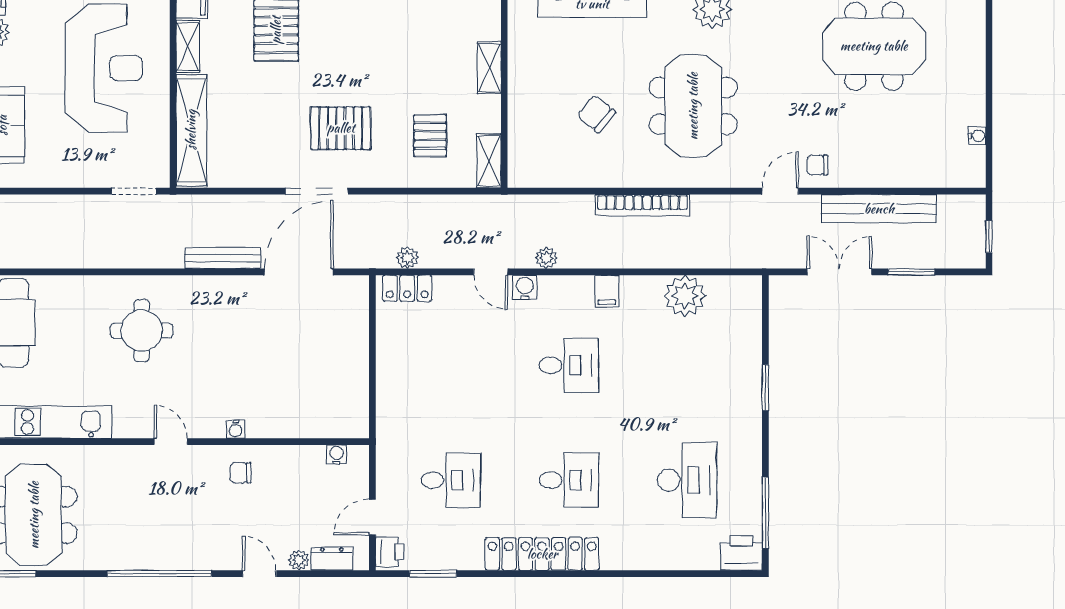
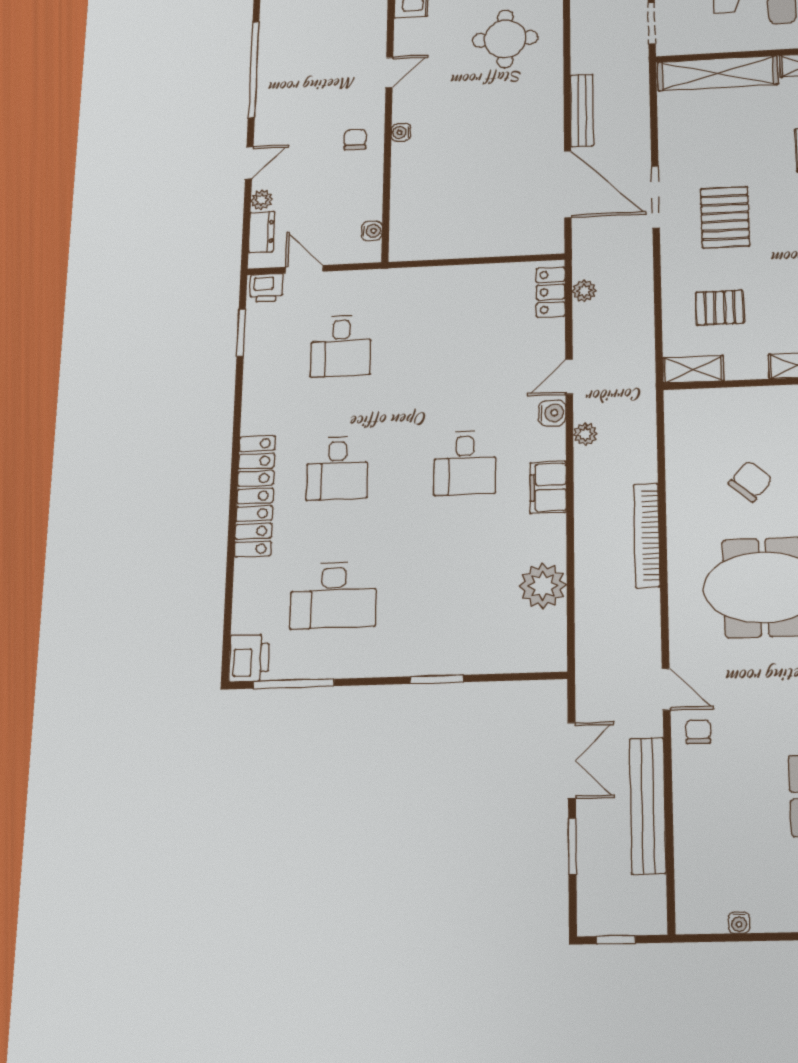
filing cabinet: (607, 291) -> (548, 487), width x2.00
locker: (542, 554) -> (255, 496), moved

